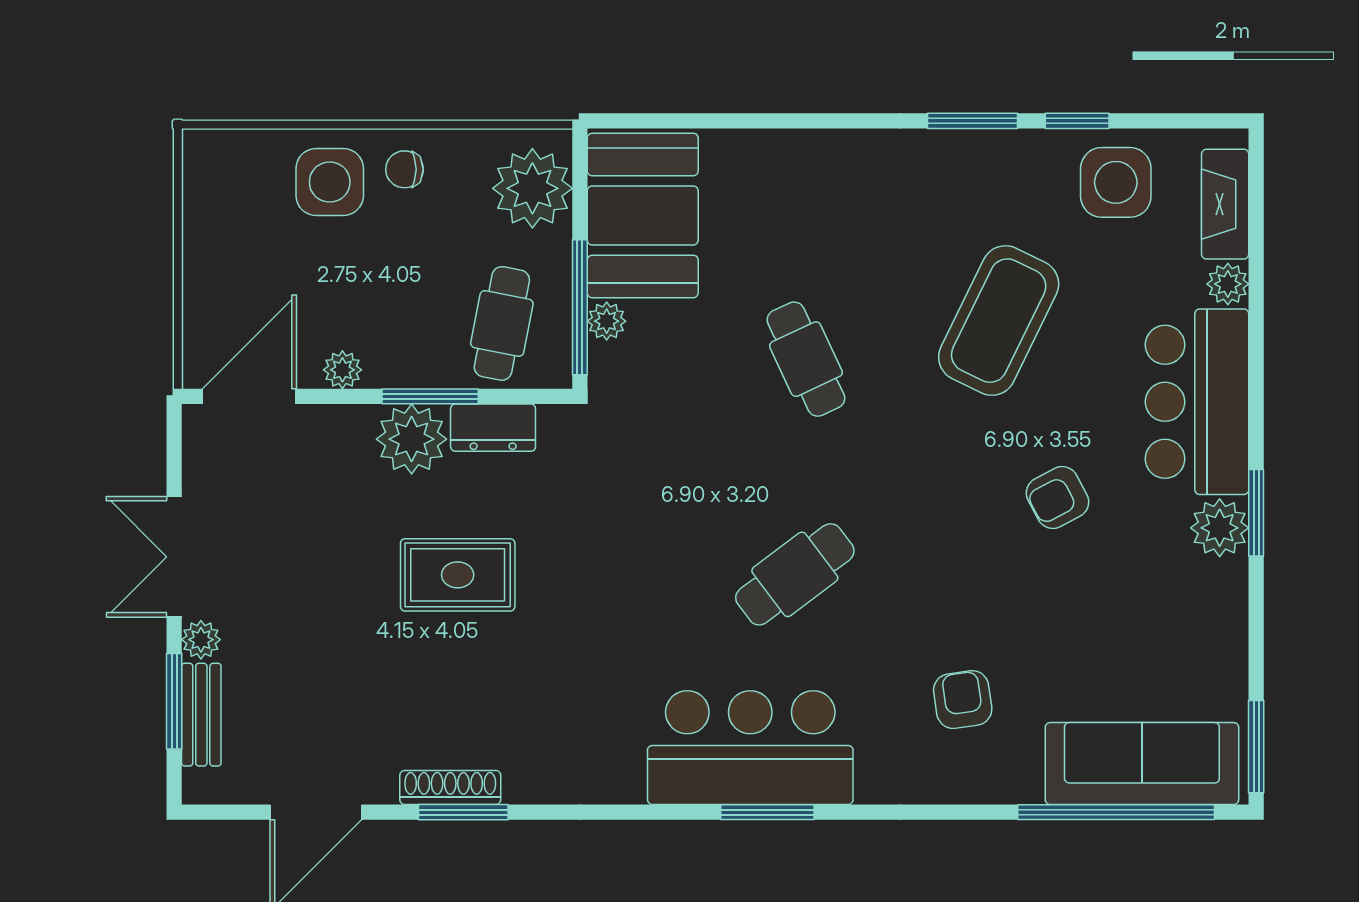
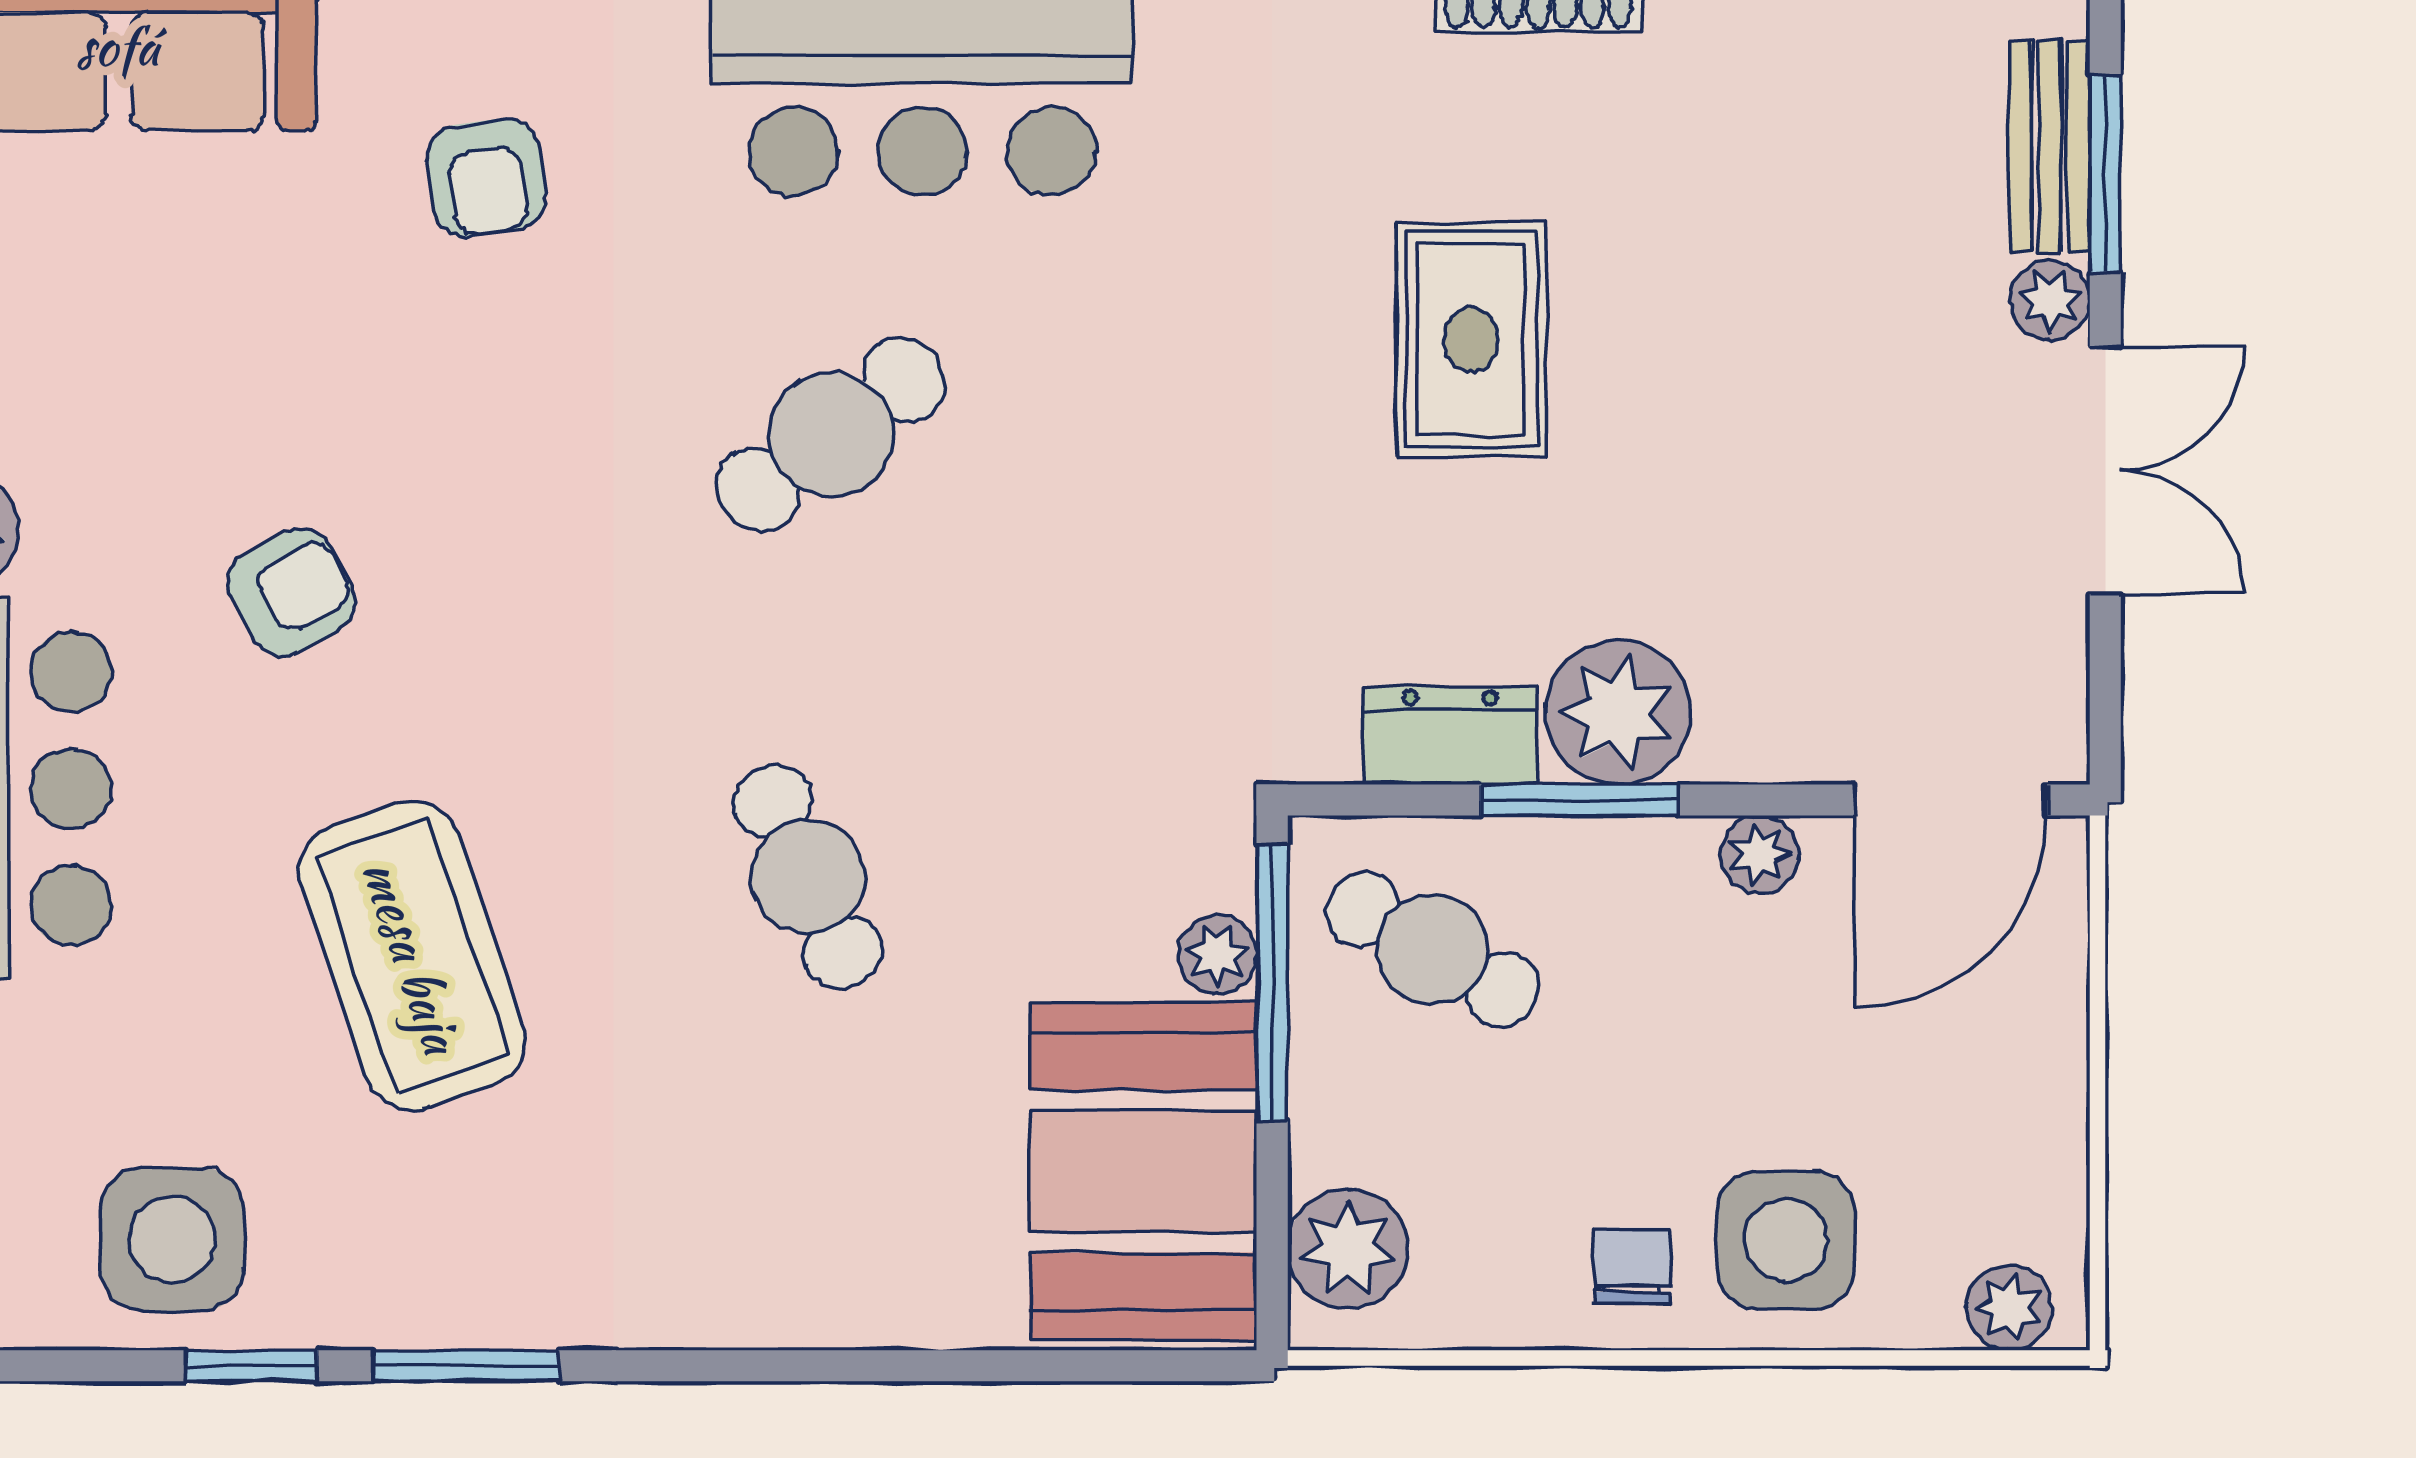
plant: (221, 149) -> (2009, 1308), added
chair: (404, 169) -> (1632, 1266), turned -90
plant: (532, 188) -> (1348, 1249), width x0.73, depth x0.73
coffee table: (999, 321) -> (412, 956), turned -45
cafe table: (502, 323) -> (1432, 950), turned -71
rug: (458, 575) -> (1471, 340), moved, turned 90

